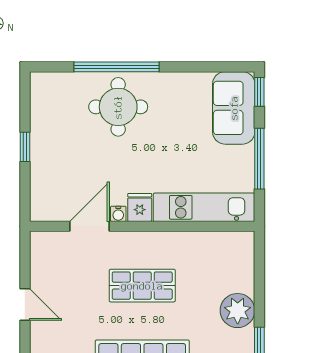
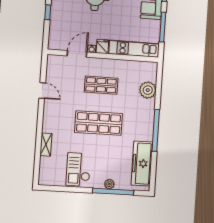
plant: (238, 311) -> (148, 90), moved

